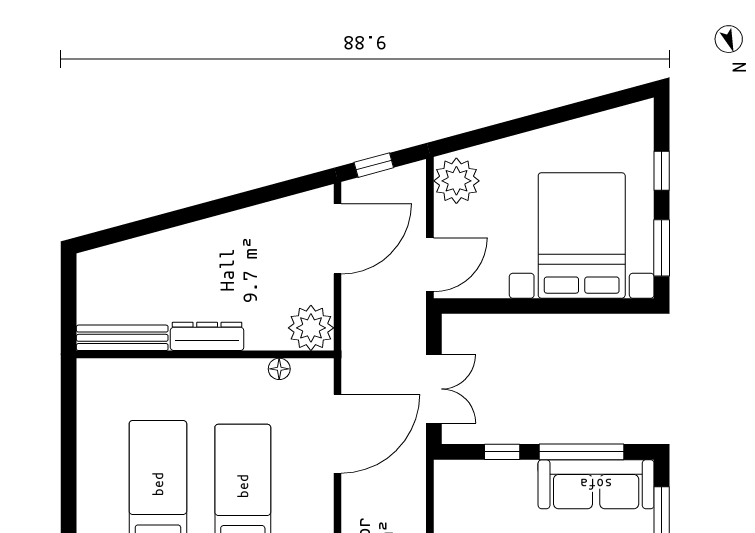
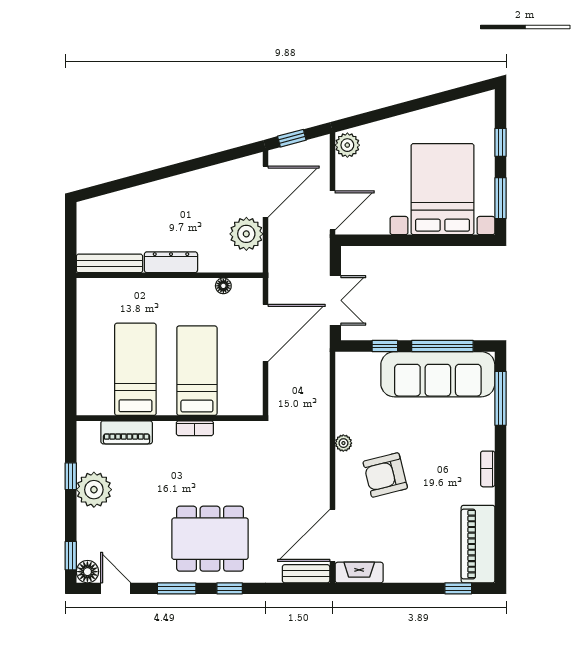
plant: (456, 181) -> (347, 145), width x0.73, depth x0.73
plant: (311, 328) -> (246, 234), moved
sofa: (596, 484) -> (438, 374), width x1.36, depth x1.27

